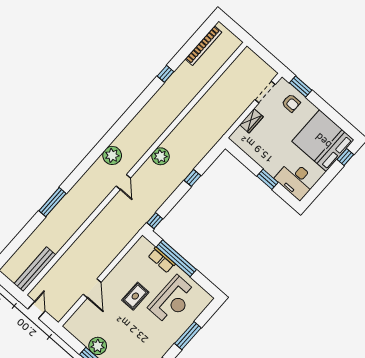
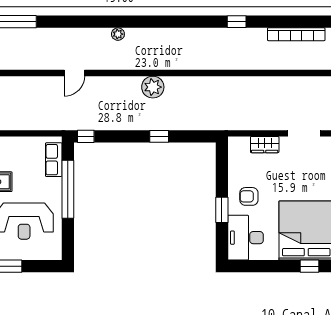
armchair: (291, 103) -> (249, 196), moved, turned 90
plant: (112, 155) -> (118, 34), width x0.53, depth x0.53
door: (123, 182) -> (74, 73), moved
row of seats: (162, 260) -> (54, 160), moved

